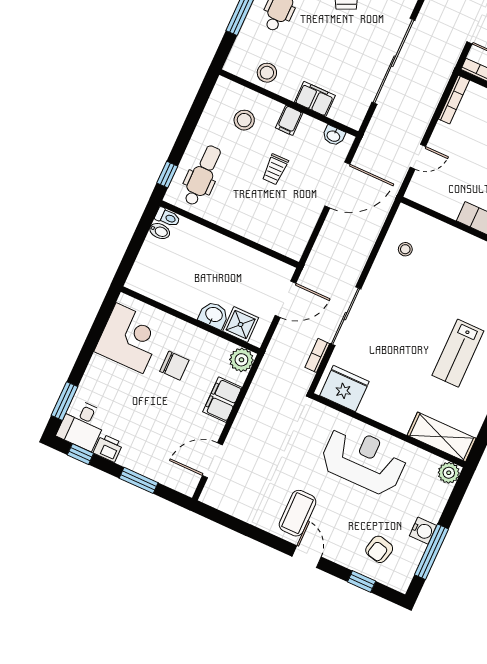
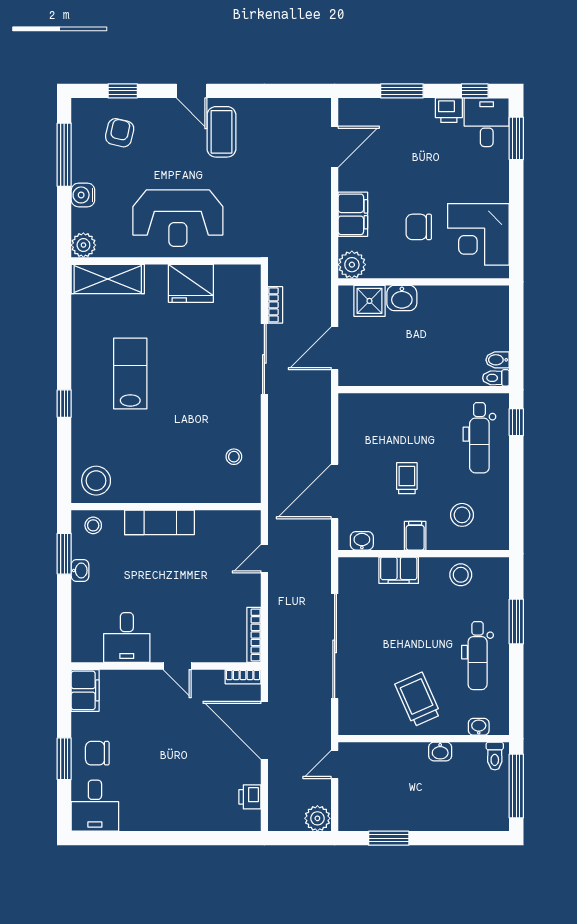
fridge: (344, 389) -> (191, 283), moved
water cooler: (423, 531) -> (83, 195), moved

